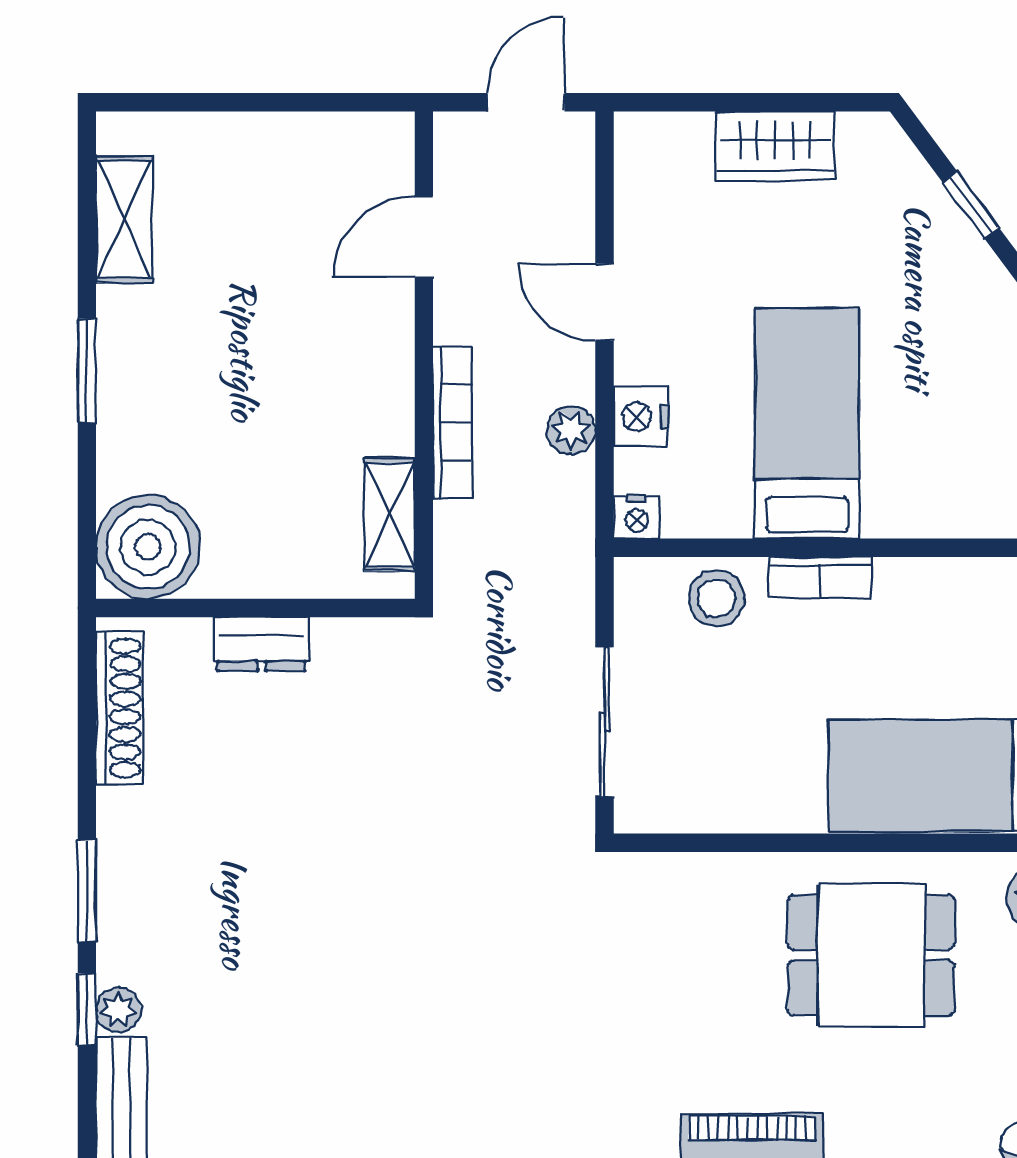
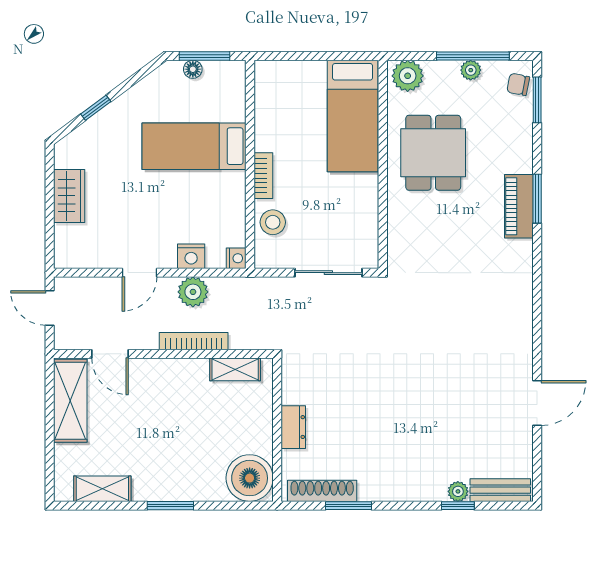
shelving: (320, 148) -> (70, 401), added
bed: (807, 423) -> (194, 146), moved
plant: (571, 430) -> (193, 292), width x1.38, depth x1.38
window: (87, 891) -> (348, 506), moved

